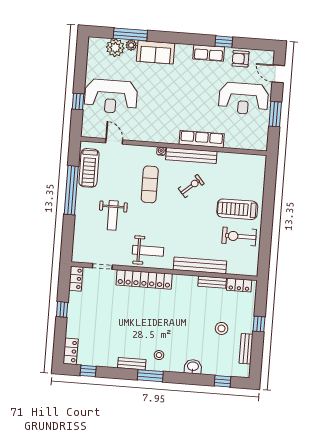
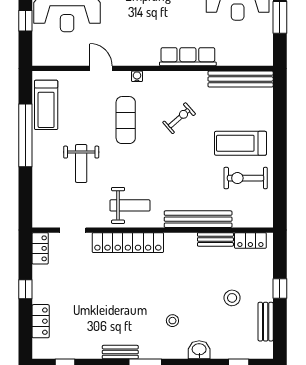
door: (114, 141) -> (101, 68), moved
bench: (191, 156) -> (241, 79), moved
locker: (71, 351) -> (41, 321), moved
stool: (159, 355) -> (172, 321), moved

